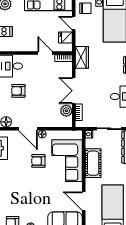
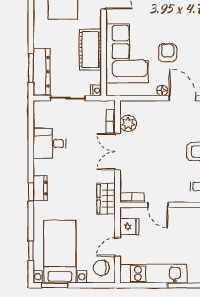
door: (74, 23) -> (118, 247), swing flipped
double door: (74, 91) -> (118, 152), swing flipped
armchair: (38, 161) -> (168, 53), turned -90

